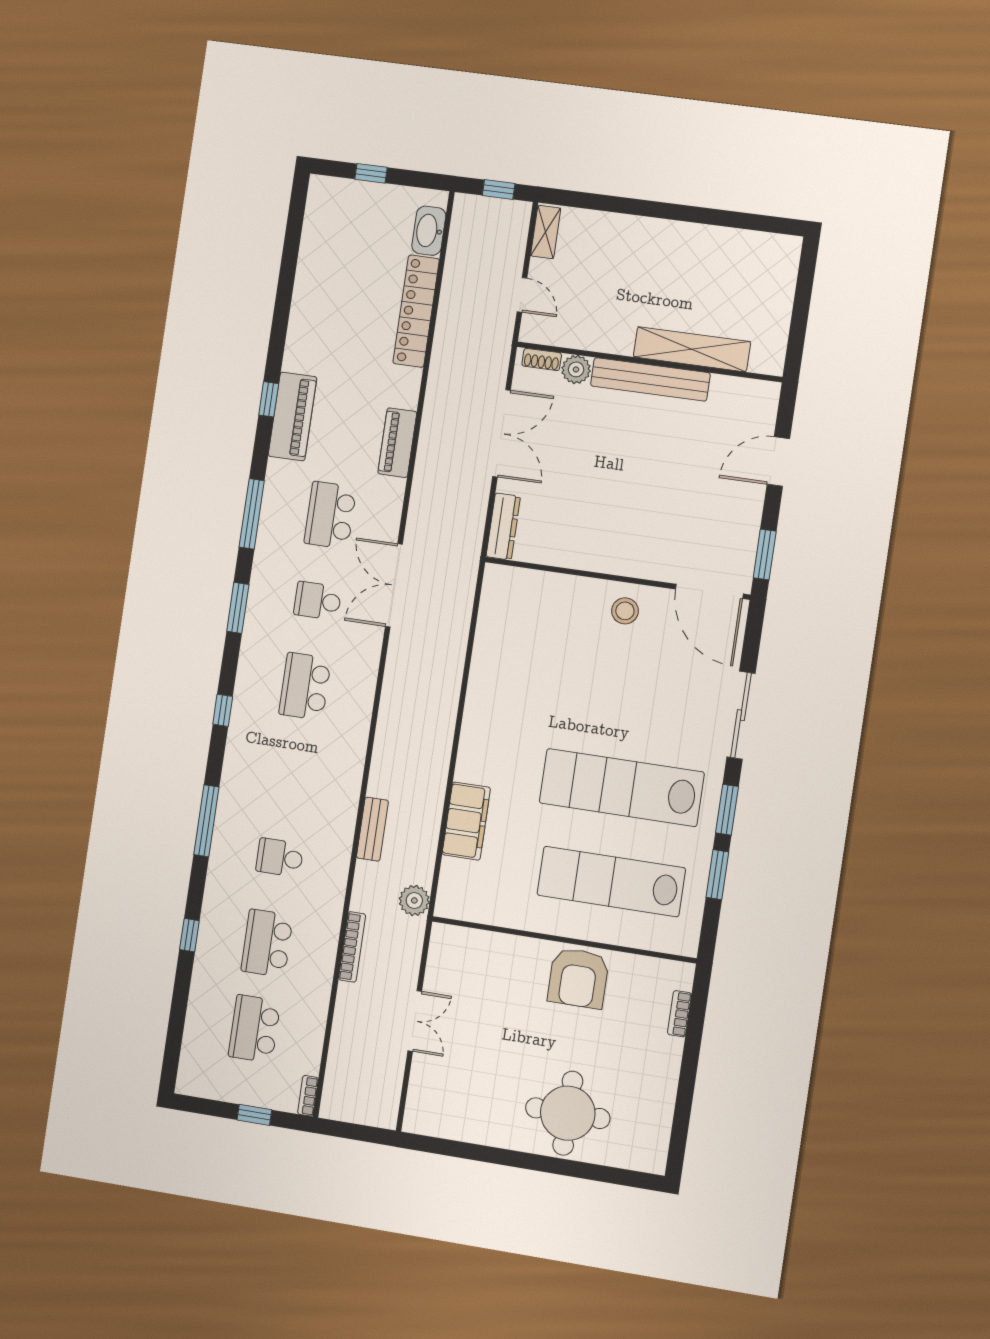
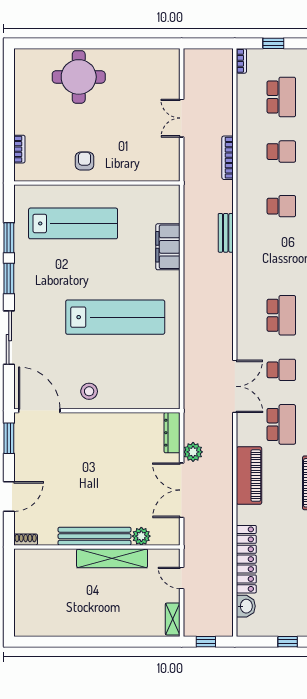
washbasin: (429, 231) -> (246, 606), width x0.72
shelving: (692, 349) -> (112, 558), moved
shoe rack: (542, 359) -> (26, 540), moved
piano: (397, 443) -> (249, 476), width x1.37, depth x1.33
lab bench: (622, 788) -> (115, 317), moved
plant: (414, 900) -> (193, 452), moved
school desk: (267, 943) -> (281, 152), width x0.54
armchair: (578, 978) -> (84, 161), width x0.53, depth x0.53

